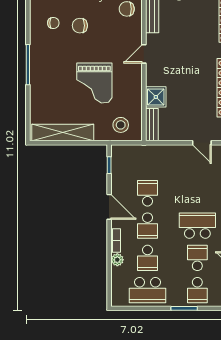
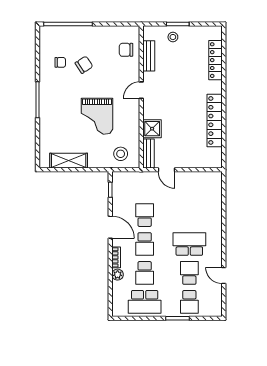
chair: (80, 26) -> (84, 65), turned 147
shelving: (63, 133) -> (69, 161), width x0.68
door: (202, 143) -> (167, 170), moved

